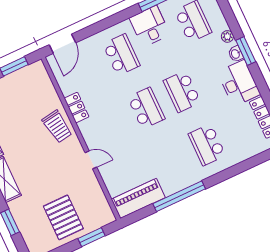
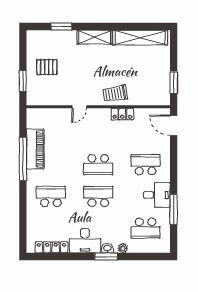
school desk: (121, 55) -> (146, 165), turned 180
piano: (138, 198) -> (35, 149), moved
pallet: (63, 217) -> (47, 67), width x0.67, depth x0.71

